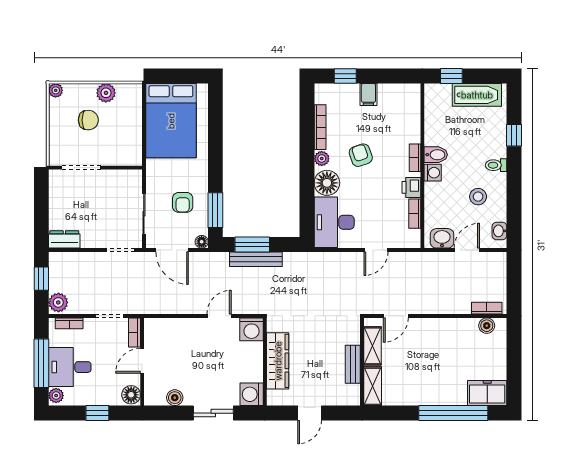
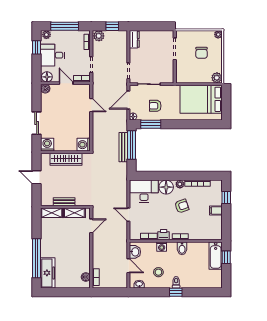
plant: (106, 93) -> (217, 78), moved
bathtub: (477, 95) -> (216, 256), moved
window: (514, 135) -> (176, 292), moved
washing machine: (433, 173) -> (162, 247), moved
window: (252, 245) -> (131, 145), width x1.44
door: (219, 316) -> (91, 105), moved
door: (396, 316) -> (91, 226), swing flipped
desk: (70, 367) -> (53, 55), moved, turned -90
freezer: (487, 393) -> (48, 273), width x1.40
boiler: (175, 398) -> (45, 89), moved
window: (97, 413) -> (37, 47), moved

